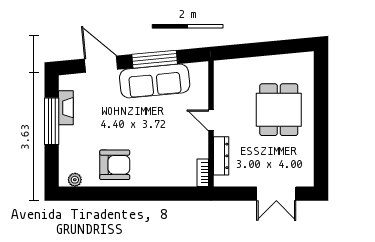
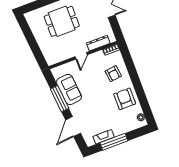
sofa: (155, 81) -> (69, 89), width x0.73
armchair: (162, 161) -> (113, 74), added

